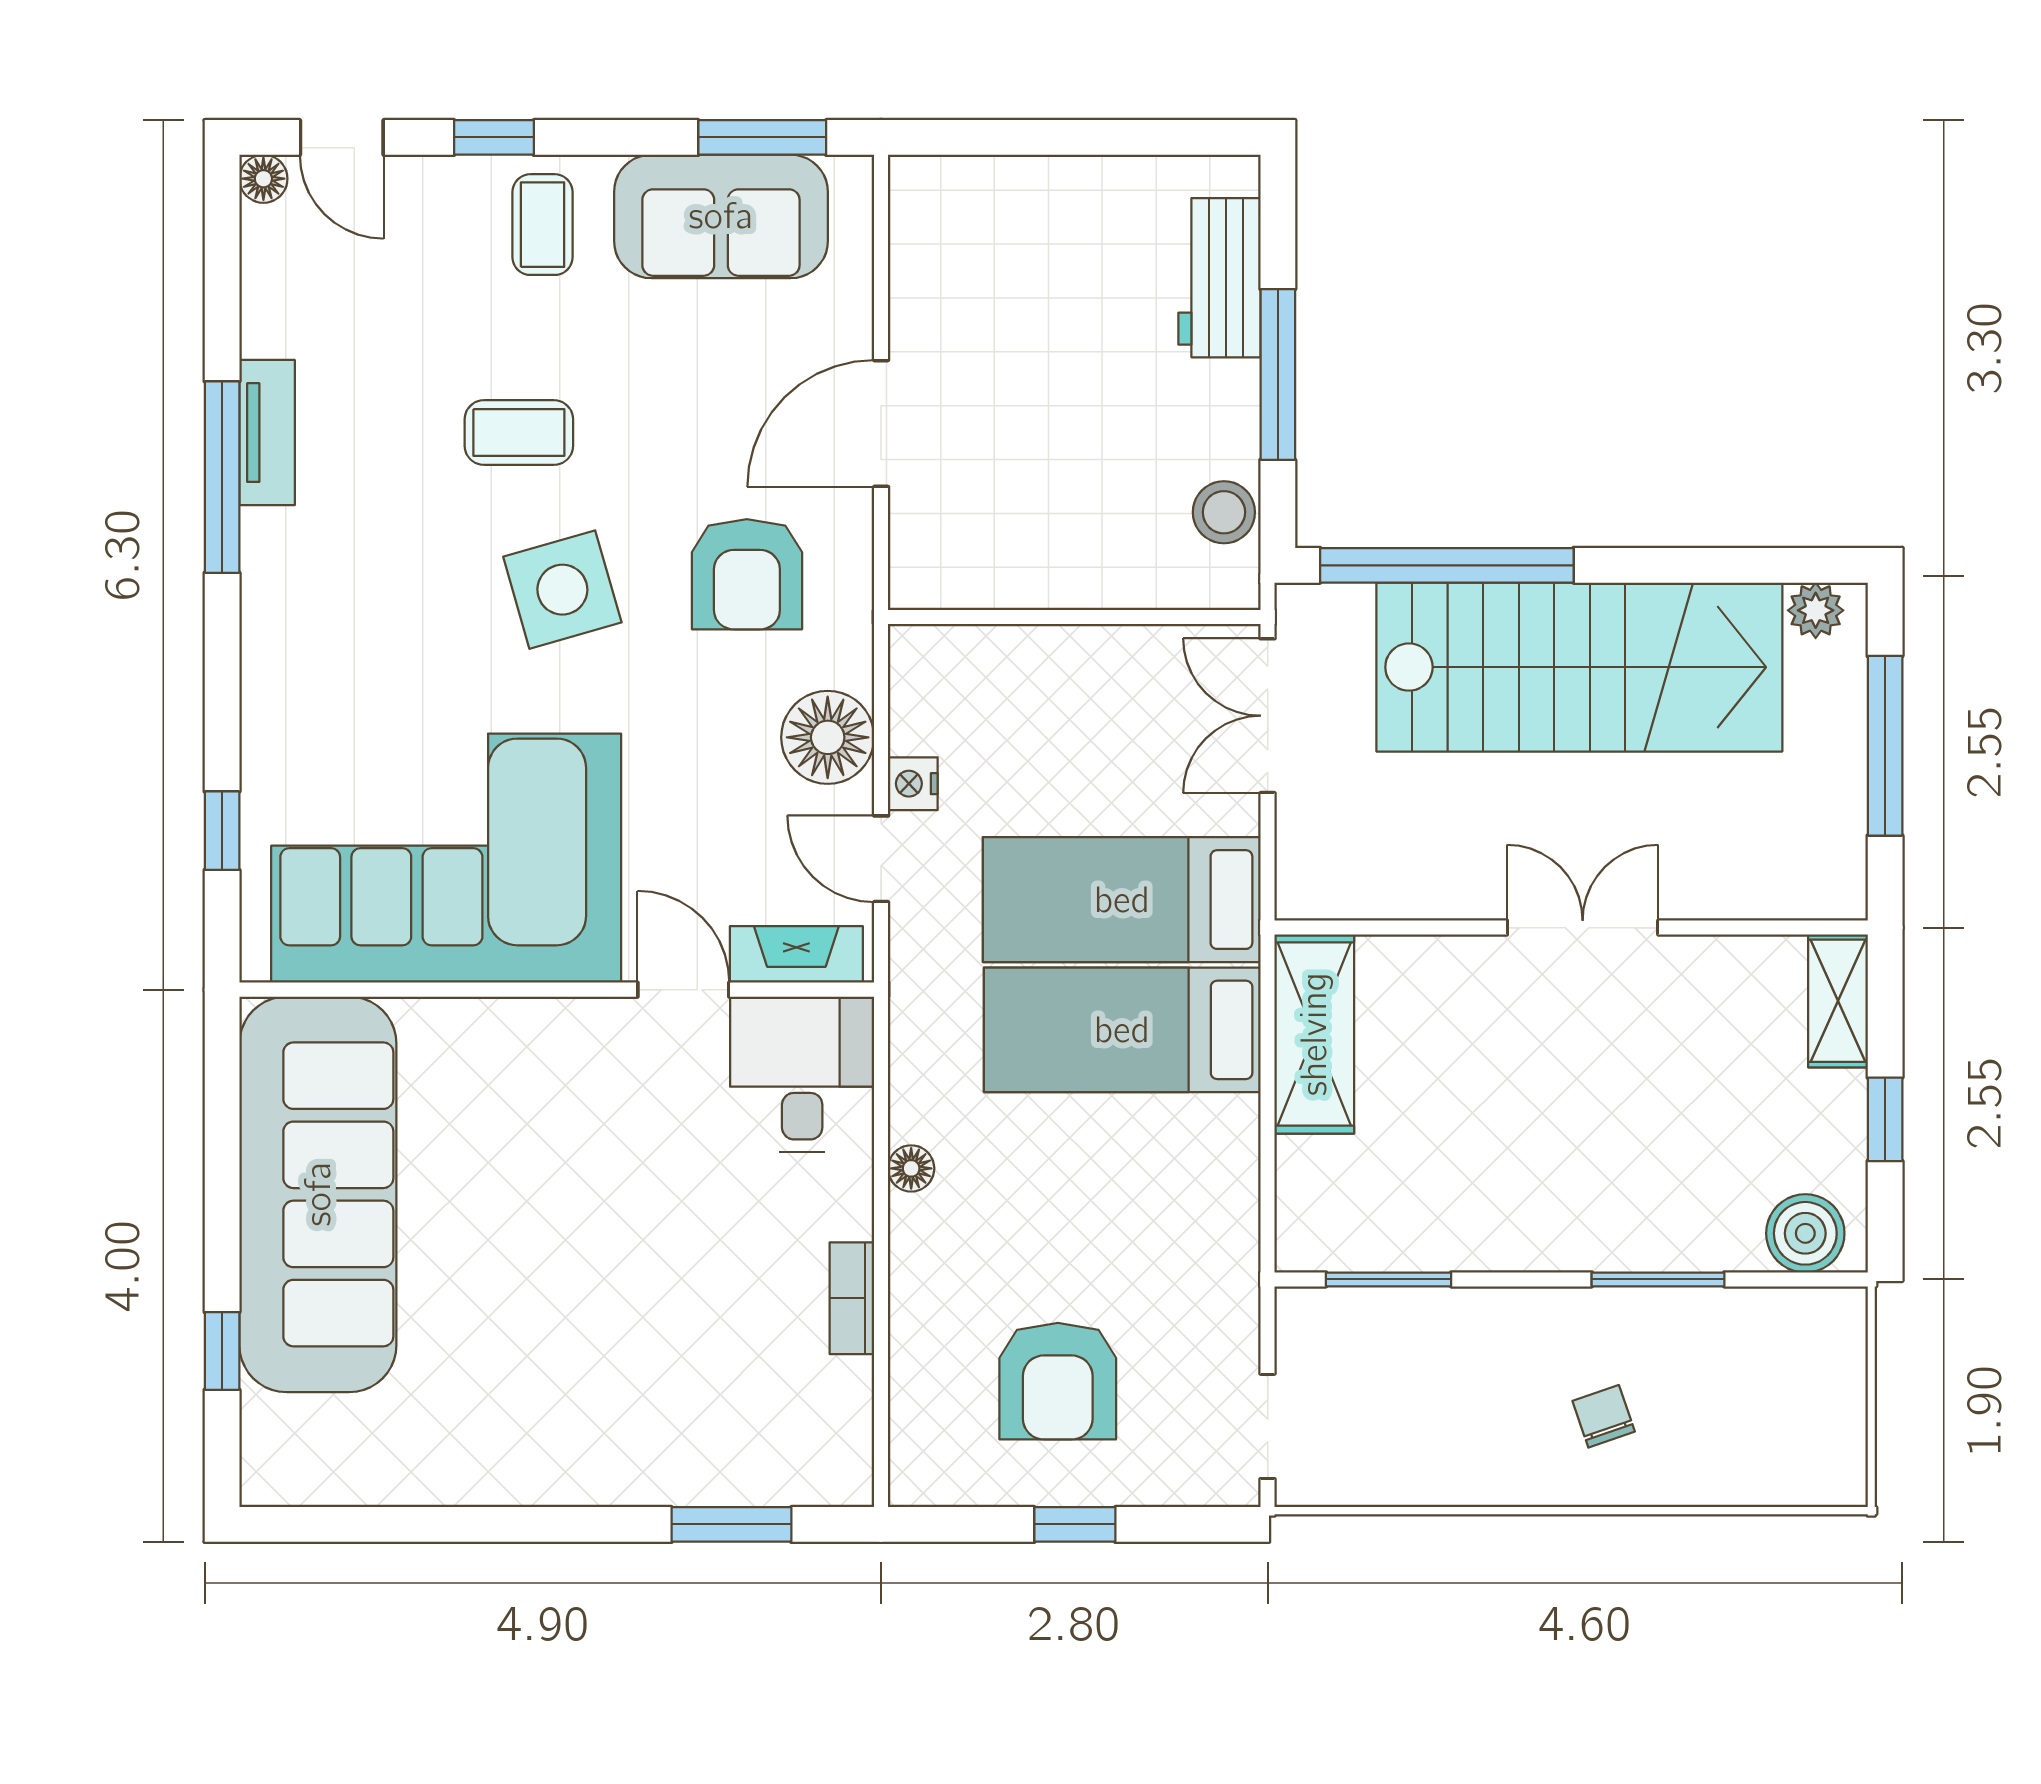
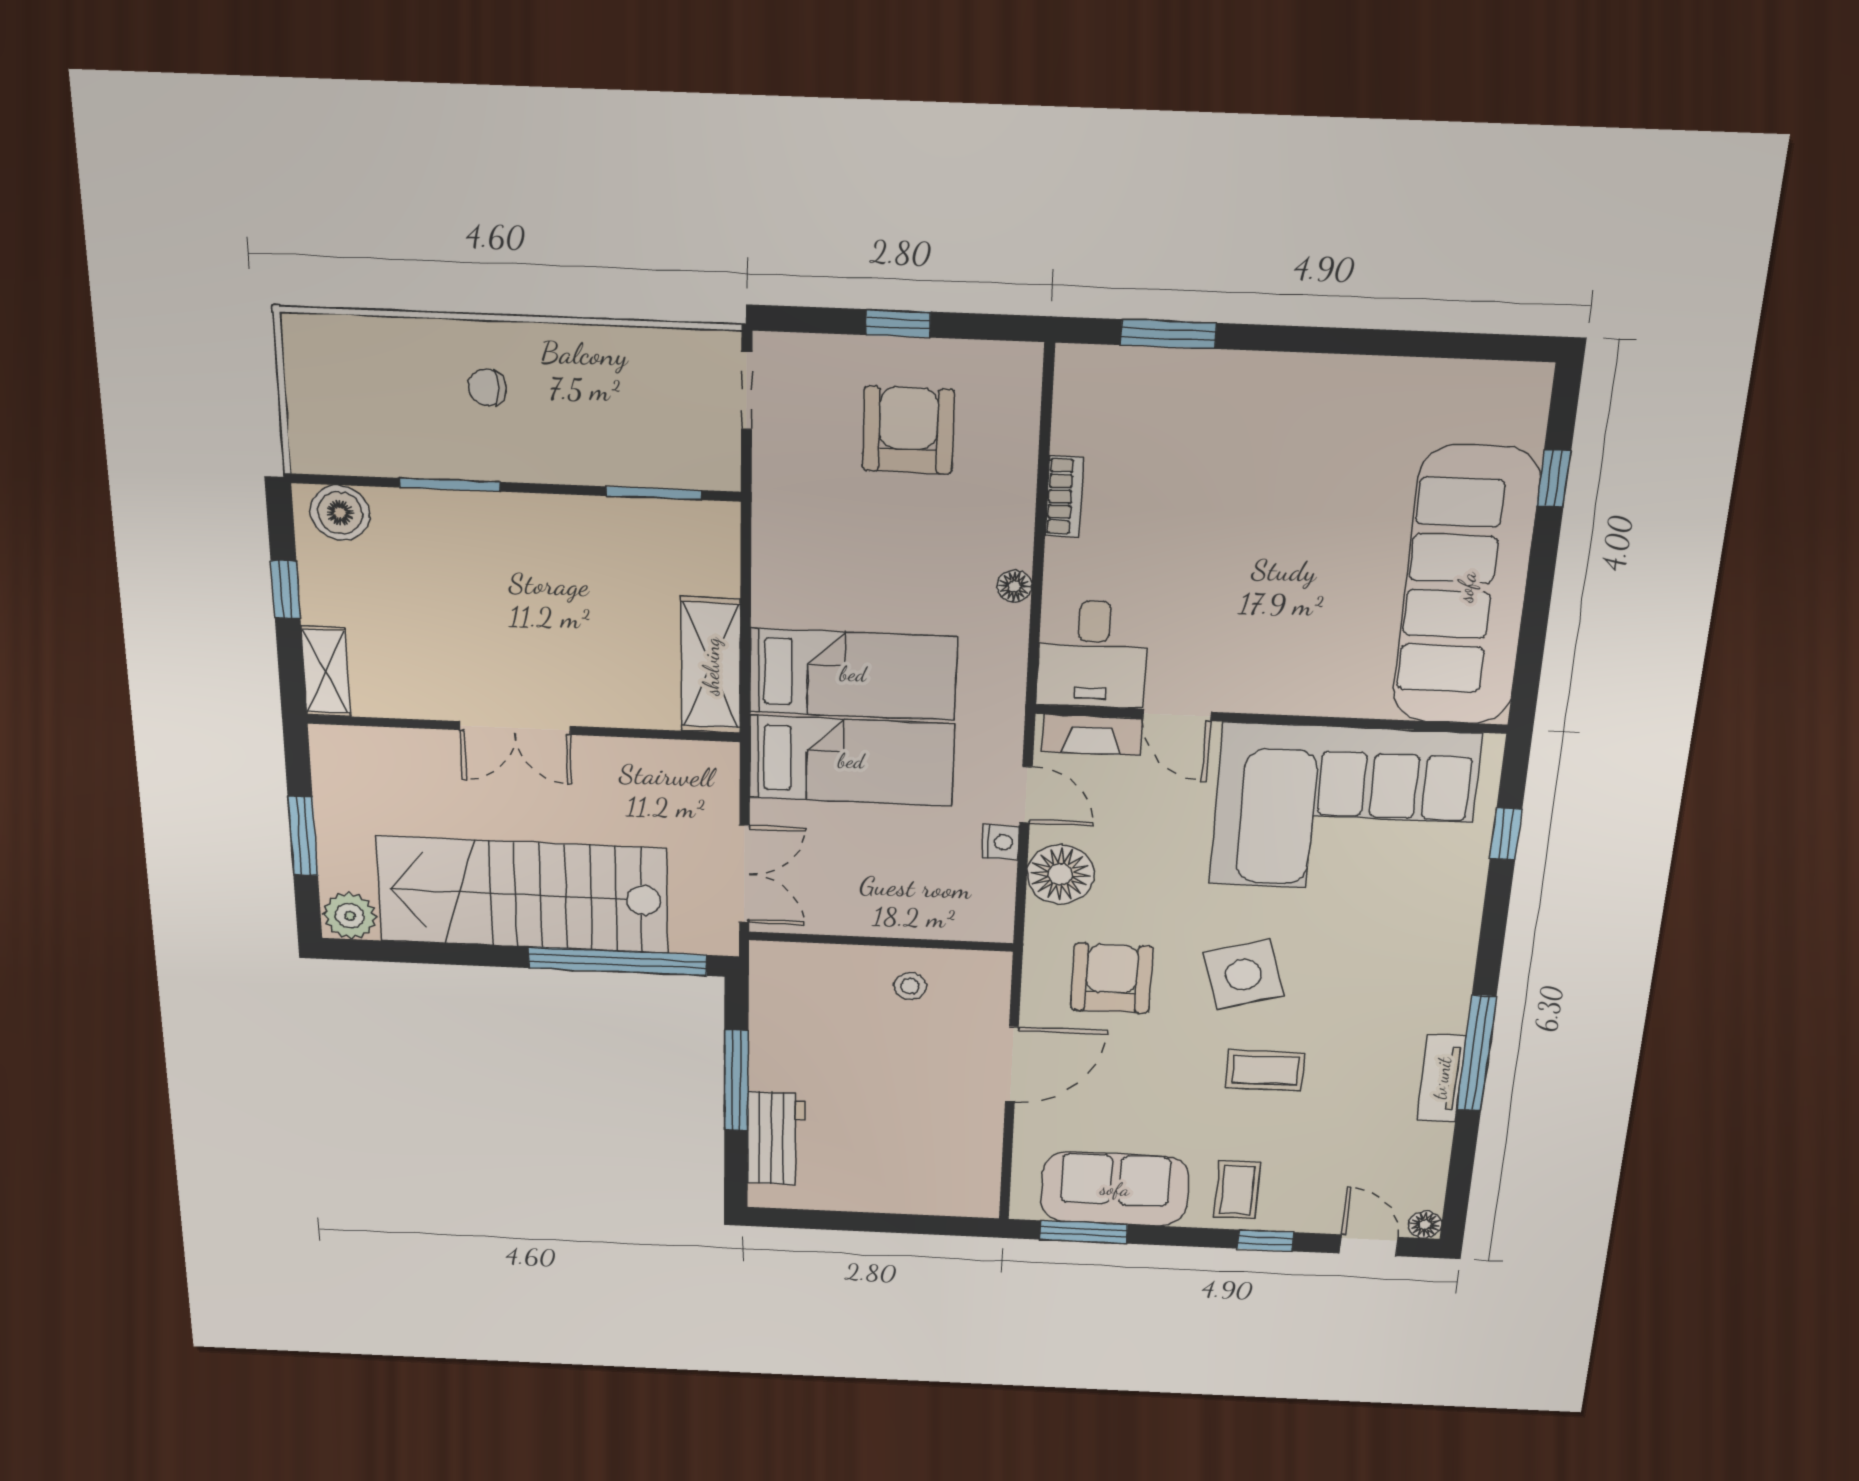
stool: (1224, 512) -> (910, 986), moved, width x0.73, depth x0.73
plant: (1816, 610) -> (350, 916), width x1.38, depth x1.38
window: (1885, 746) -> (303, 836), width x0.69
chair: (1604, 1416) -> (487, 387), turned 109

